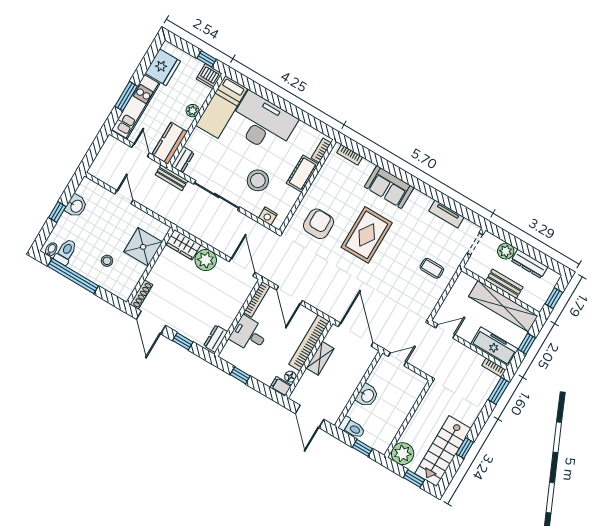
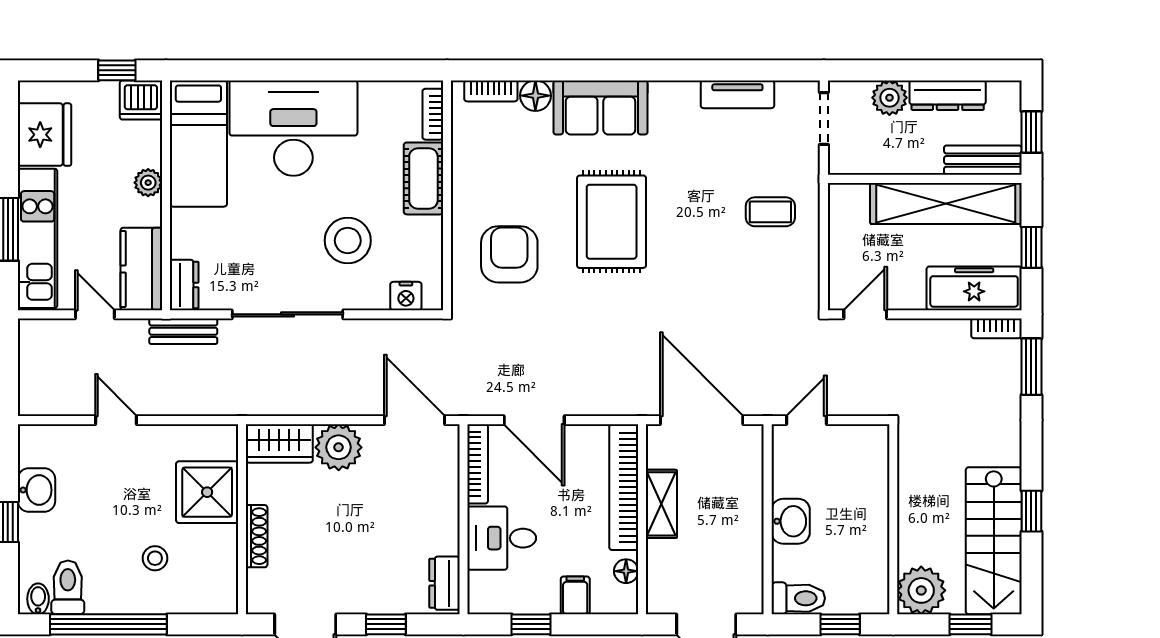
floor lamp: (366, 167) -> (535, 96), added
bench: (504, 284) -> (983, 160), moved
shoe rack: (141, 295) -> (257, 536), moved
filing cabinet: (281, 386) -> (575, 595), moved, turned 90

